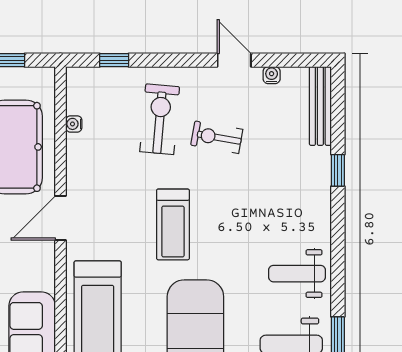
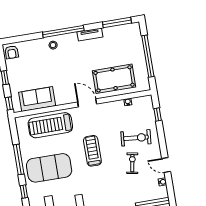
door: (234, 60) -> (166, 165), swing flipped
treadmill: (173, 224) -> (92, 151), turned 90

